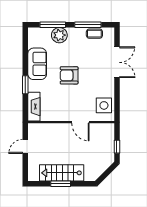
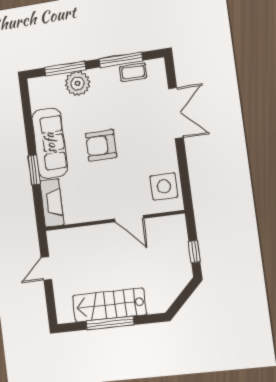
sofa: (37, 64) -> (50, 143), width x1.36
window: (61, 184) -> (110, 323), width x1.44

